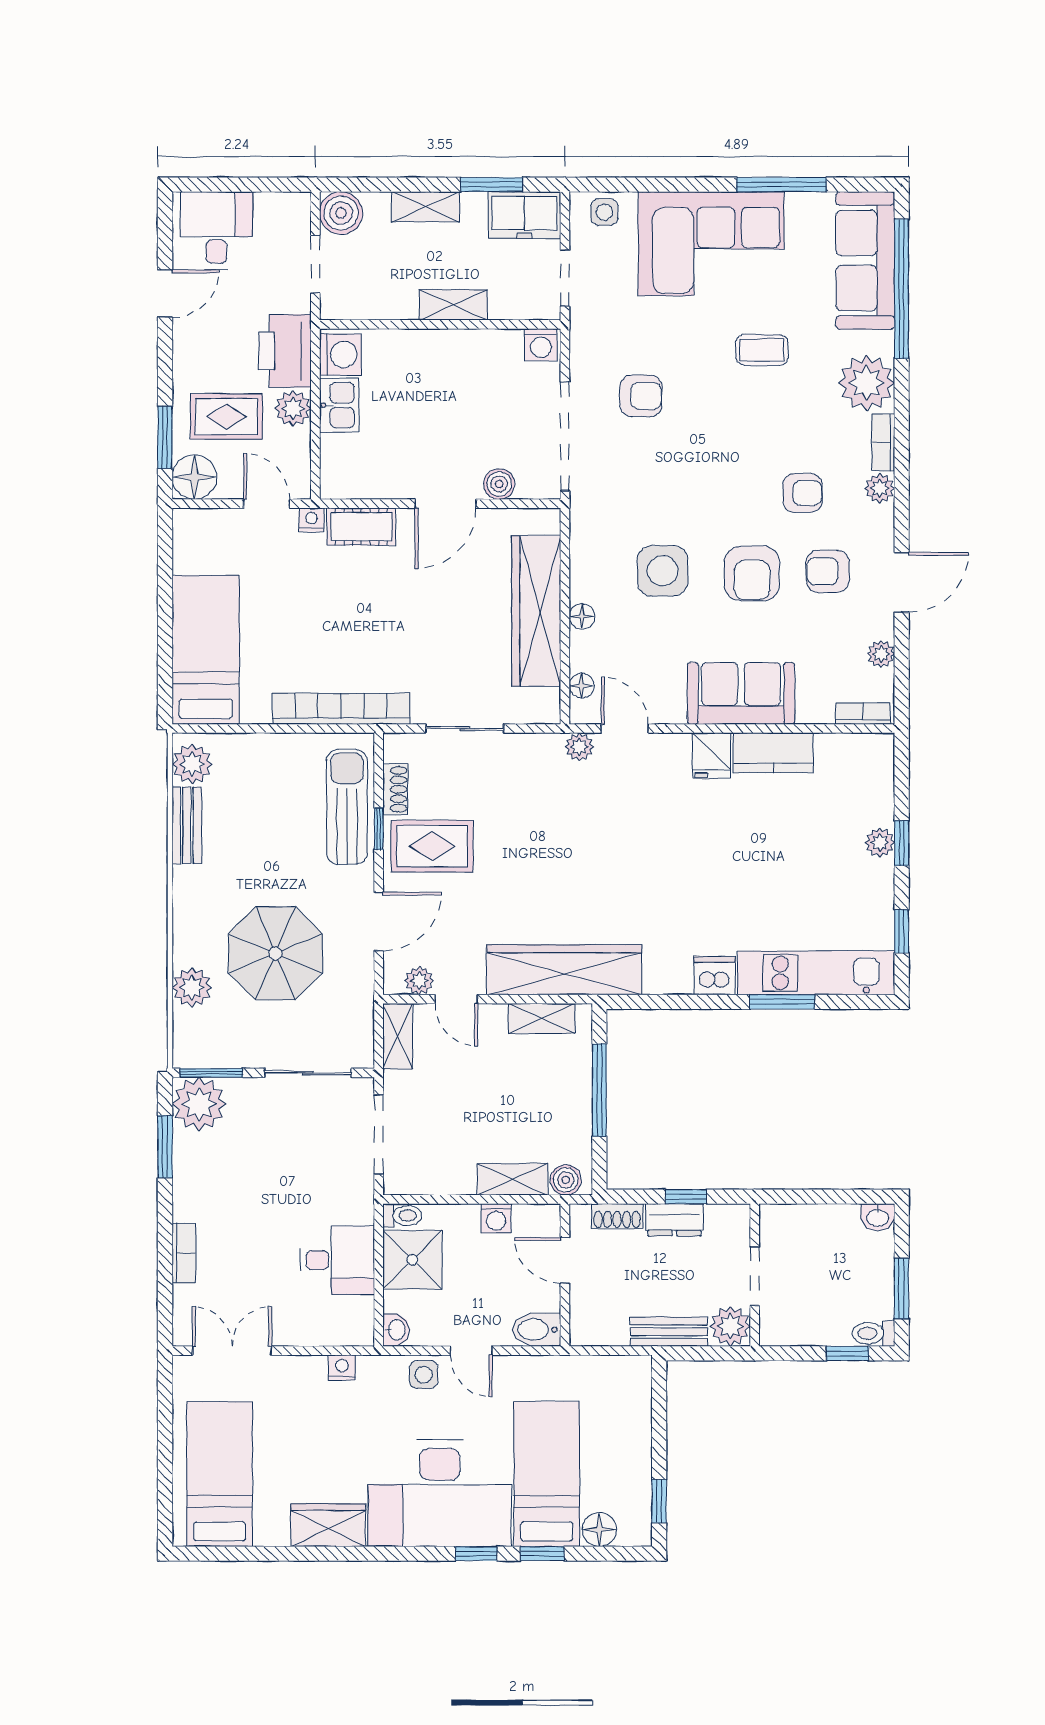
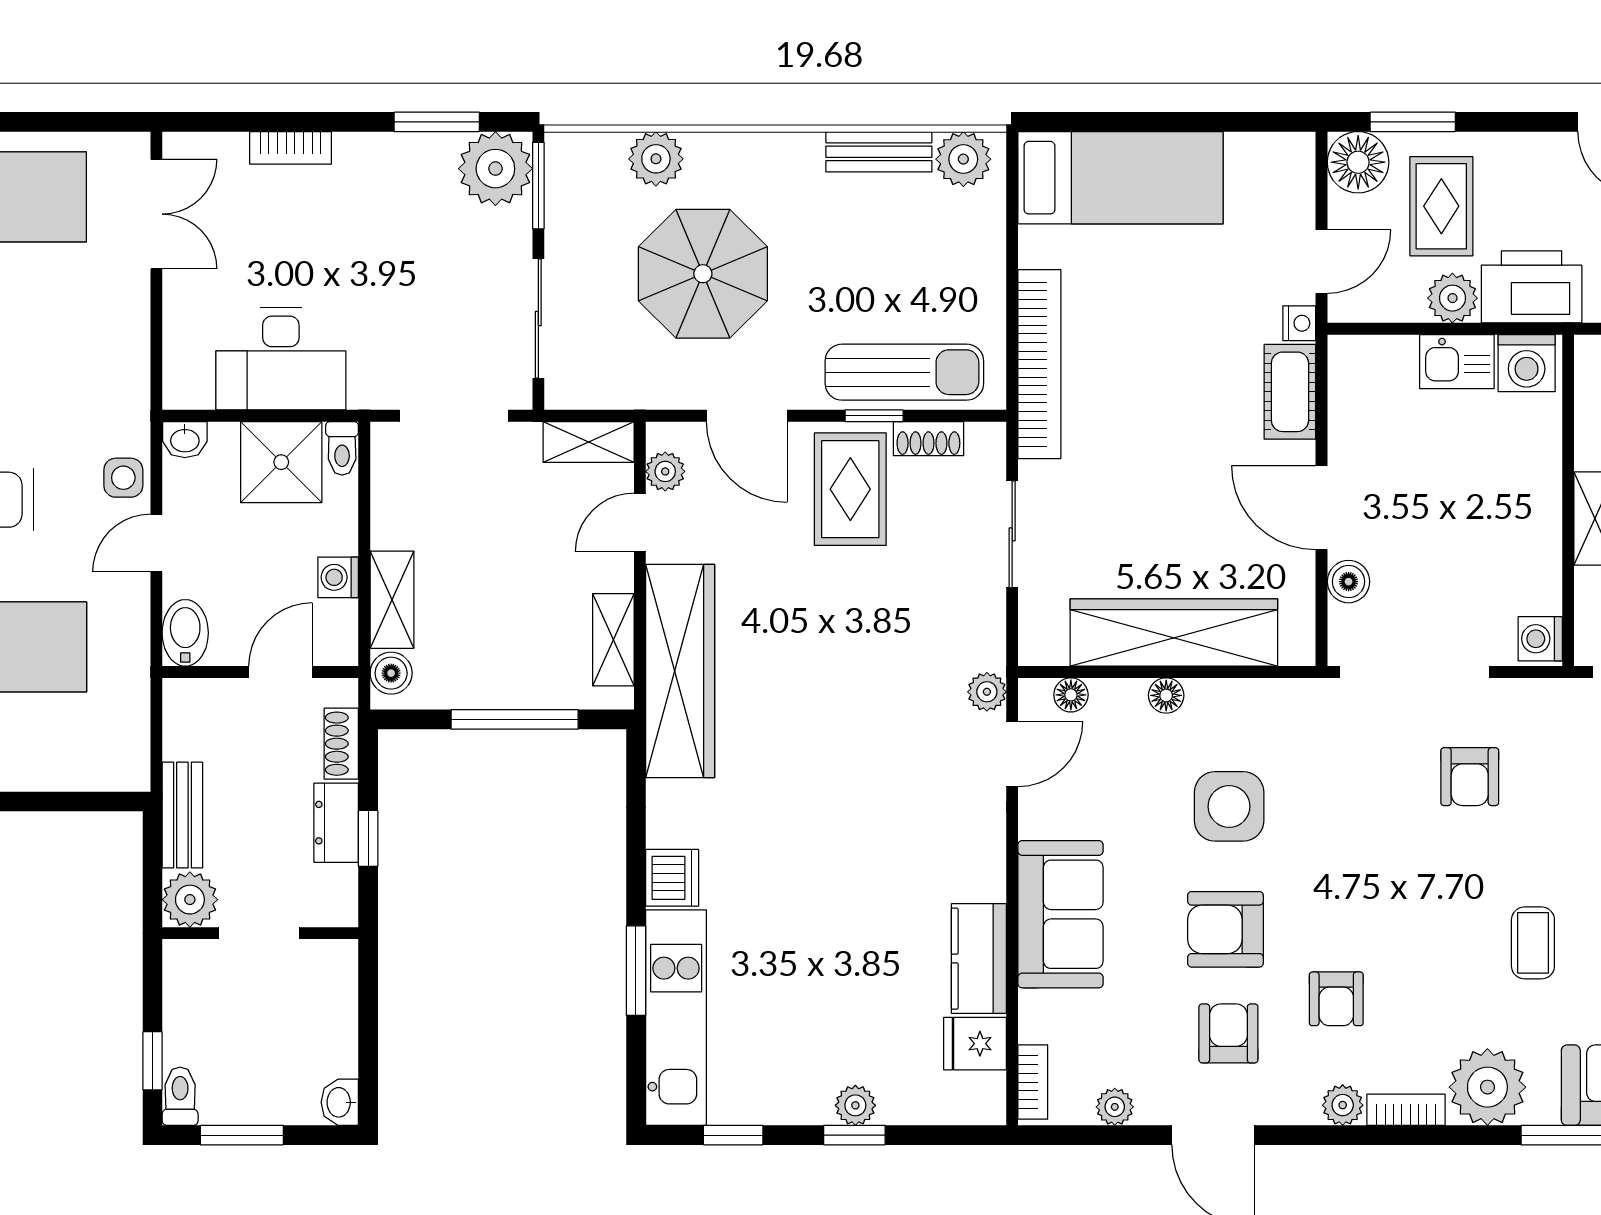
fridge: (711, 756) -> (975, 1044), moved
desk: (337, 1260) -> (281, 359), width x1.37
nightstand: (342, 1367) -> (133, 365), removed

